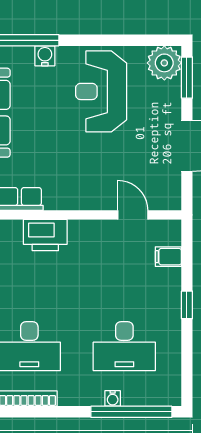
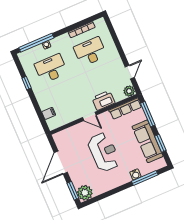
reception desk: (101, 91) -> (104, 152), moved
door: (133, 215) -> (89, 116), moved
window: (187, 305) -> (27, 83), moved

